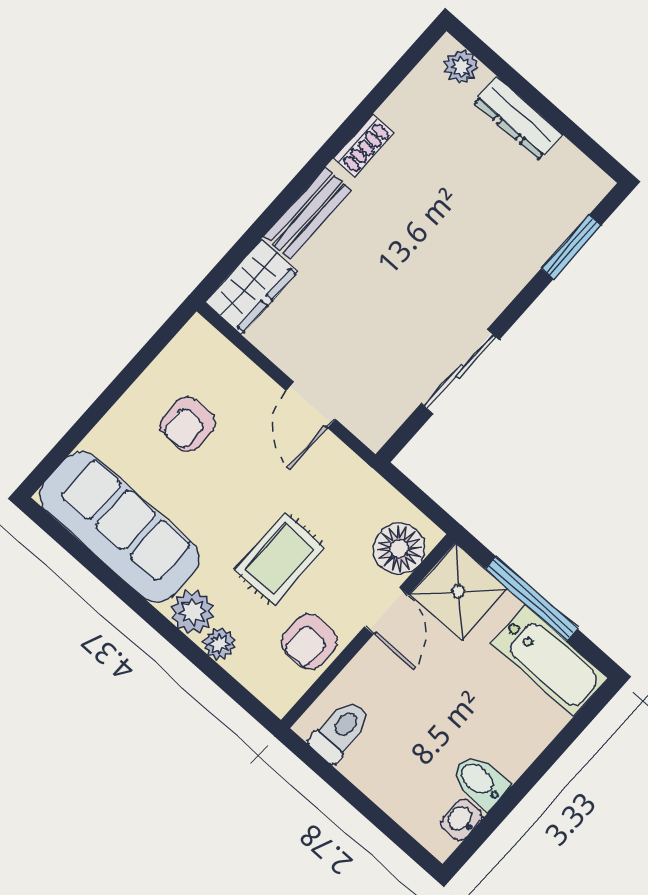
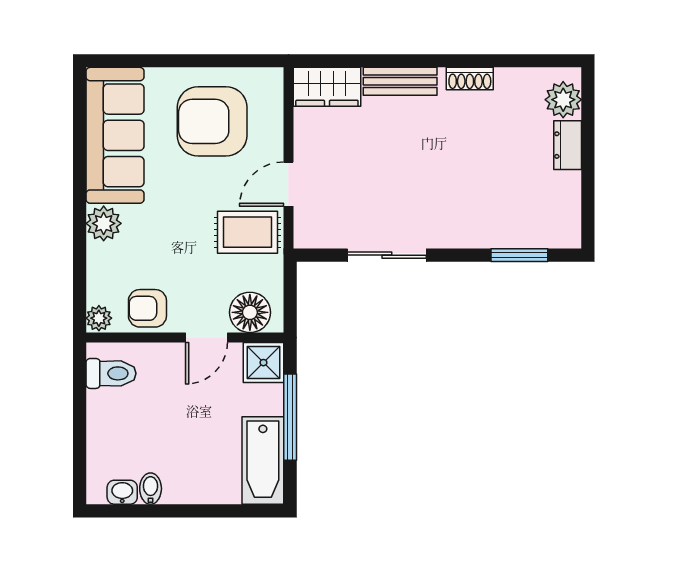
plant: (461, 66) -> (563, 100), width x1.38, depth x1.38
dresser: (518, 118) -> (568, 145), width x0.70
armchair: (188, 424) -> (212, 121), width x1.88, depth x1.88
rug: (280, 559) -> (248, 232), moved
shower: (459, 591) -> (263, 363), width x0.73, depth x0.73
plant: (220, 644) -> (99, 318), moved
bidet: (480, 781) -> (151, 489), width x0.72, depth x0.74

